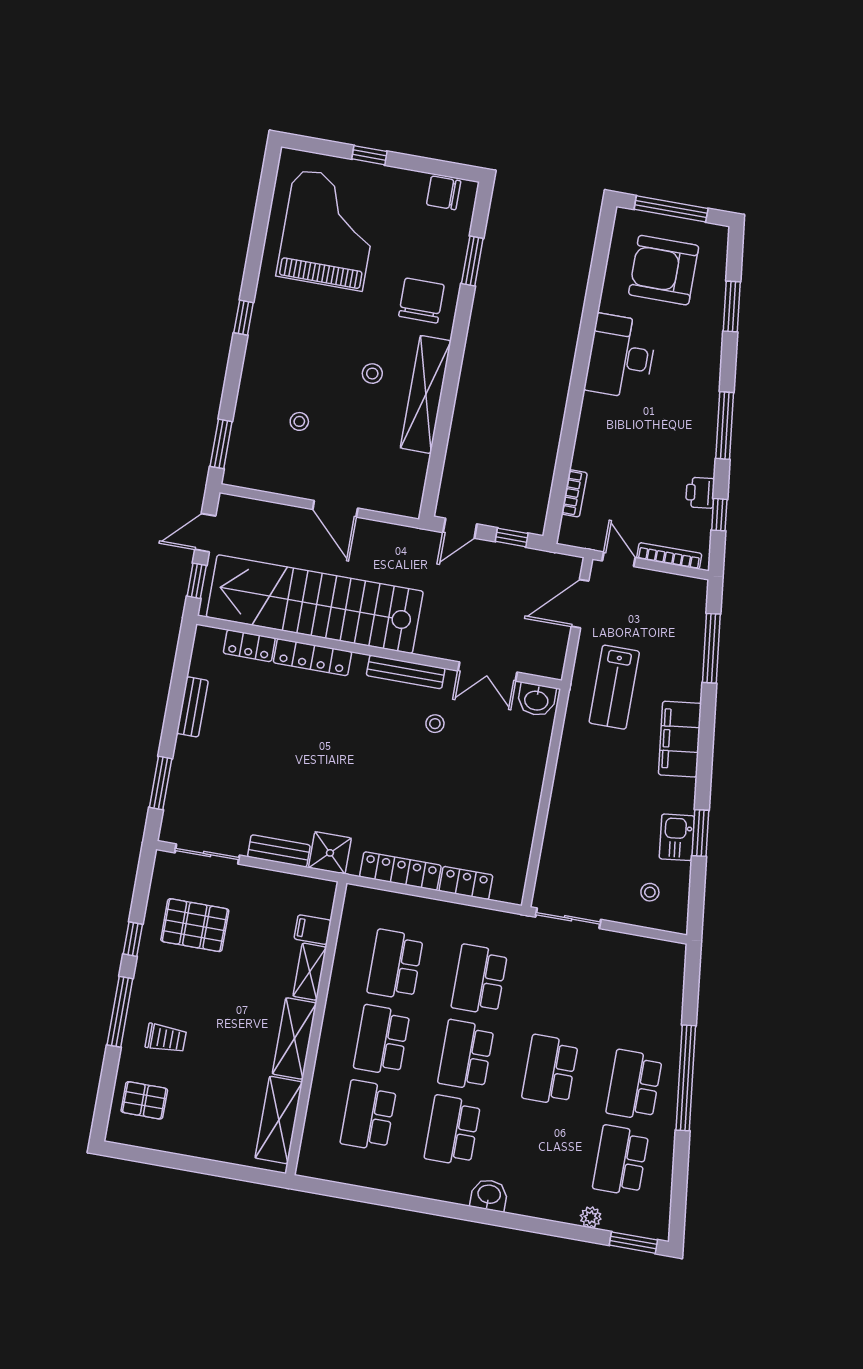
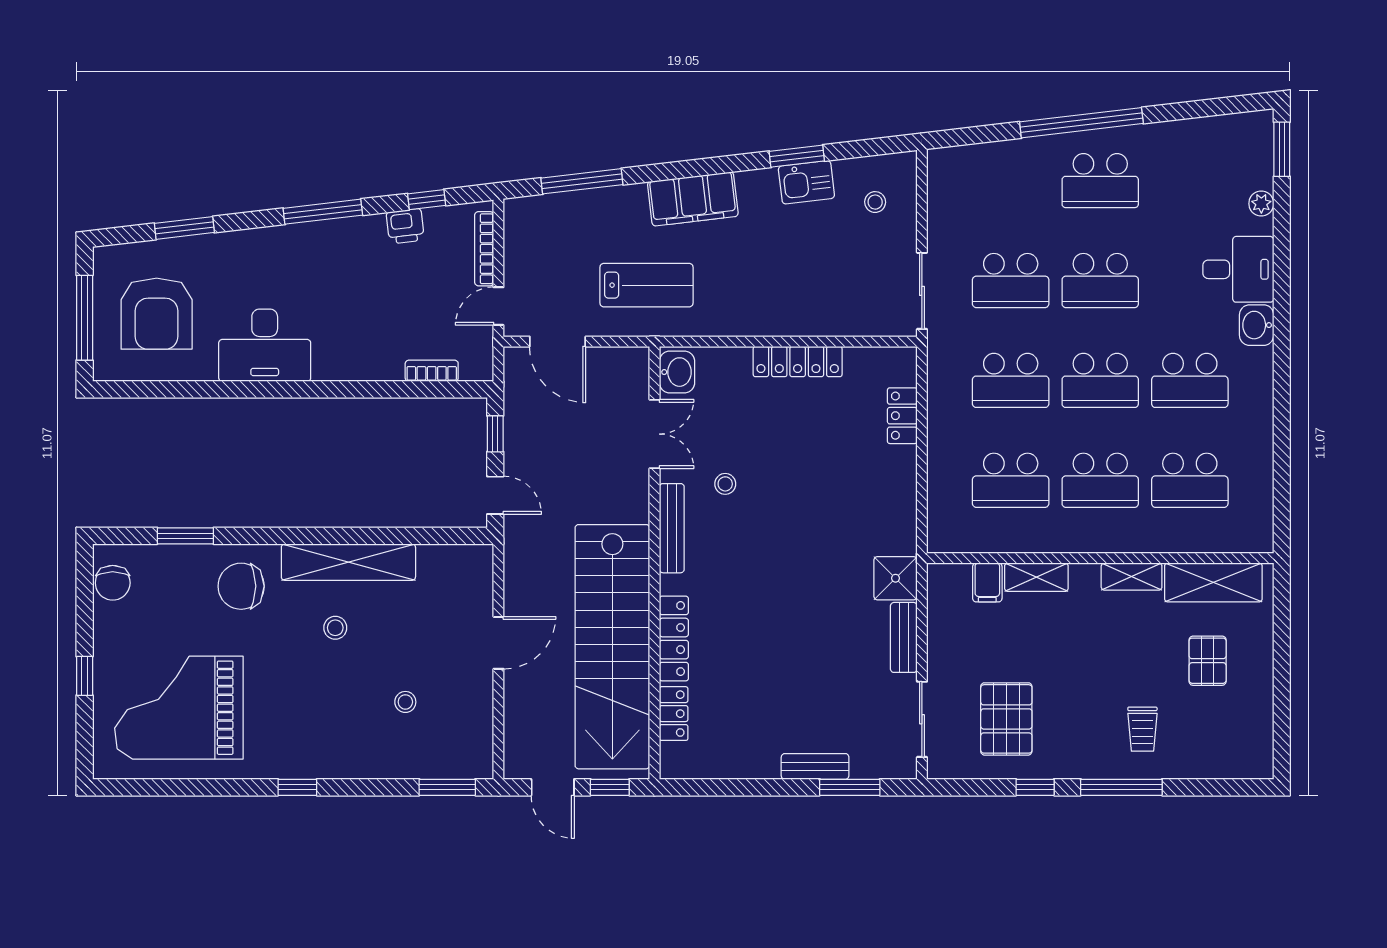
bench: (192, 707) -> (815, 766), moved
locker: (400, 871) -> (798, 362), moved, turned -90
trolley: (166, 1038) -> (1142, 729), turned 180
shelving: (294, 1038) -> (1132, 577), width x0.67, depth x0.75
pallet: (144, 1100) -> (1208, 661), moved
school desk: (621, 1160) -> (1011, 280), moved
desk: (539, 1188) -> (1238, 269), added

